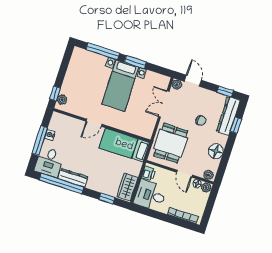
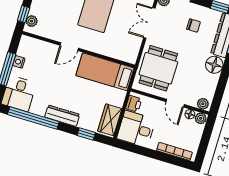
chair: (201, 121) -> (194, 26), moved
floor lamp: (216, 151) -> (214, 65), moved
dresser: (73, 178) -> (62, 116), moved

